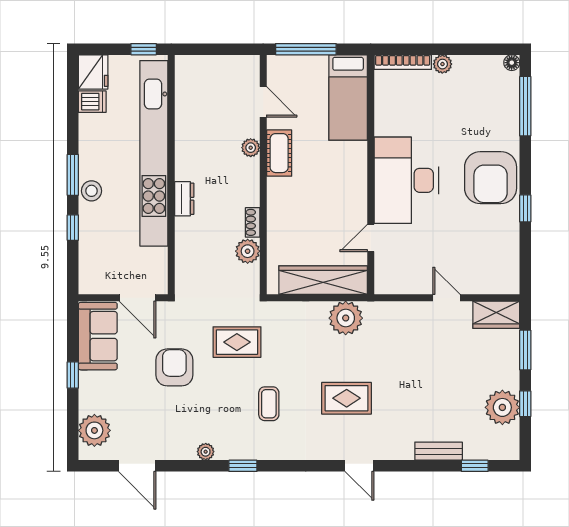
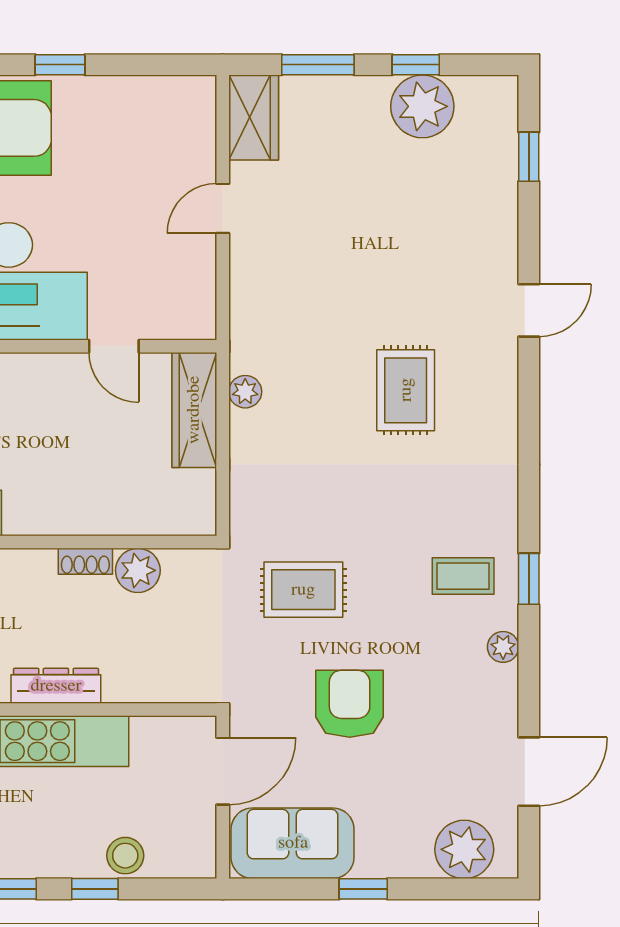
stool: (91, 191) -> (125, 856), moved
dresser: (184, 199) -> (56, 686), width x1.44
wardrobe: (323, 280) -> (194, 410), width x0.71, depth x0.85
plant: (346, 318) -> (245, 392), width x0.53, depth x0.53
rug: (237, 342) -> (303, 590), turned 90
armchair: (174, 367) -> (350, 704), turned 90
coffee table: (269, 404) -> (463, 576), moved
bench: (439, 451) -> (502, 223), removed
door: (359, 466) -> (529, 310), moved

